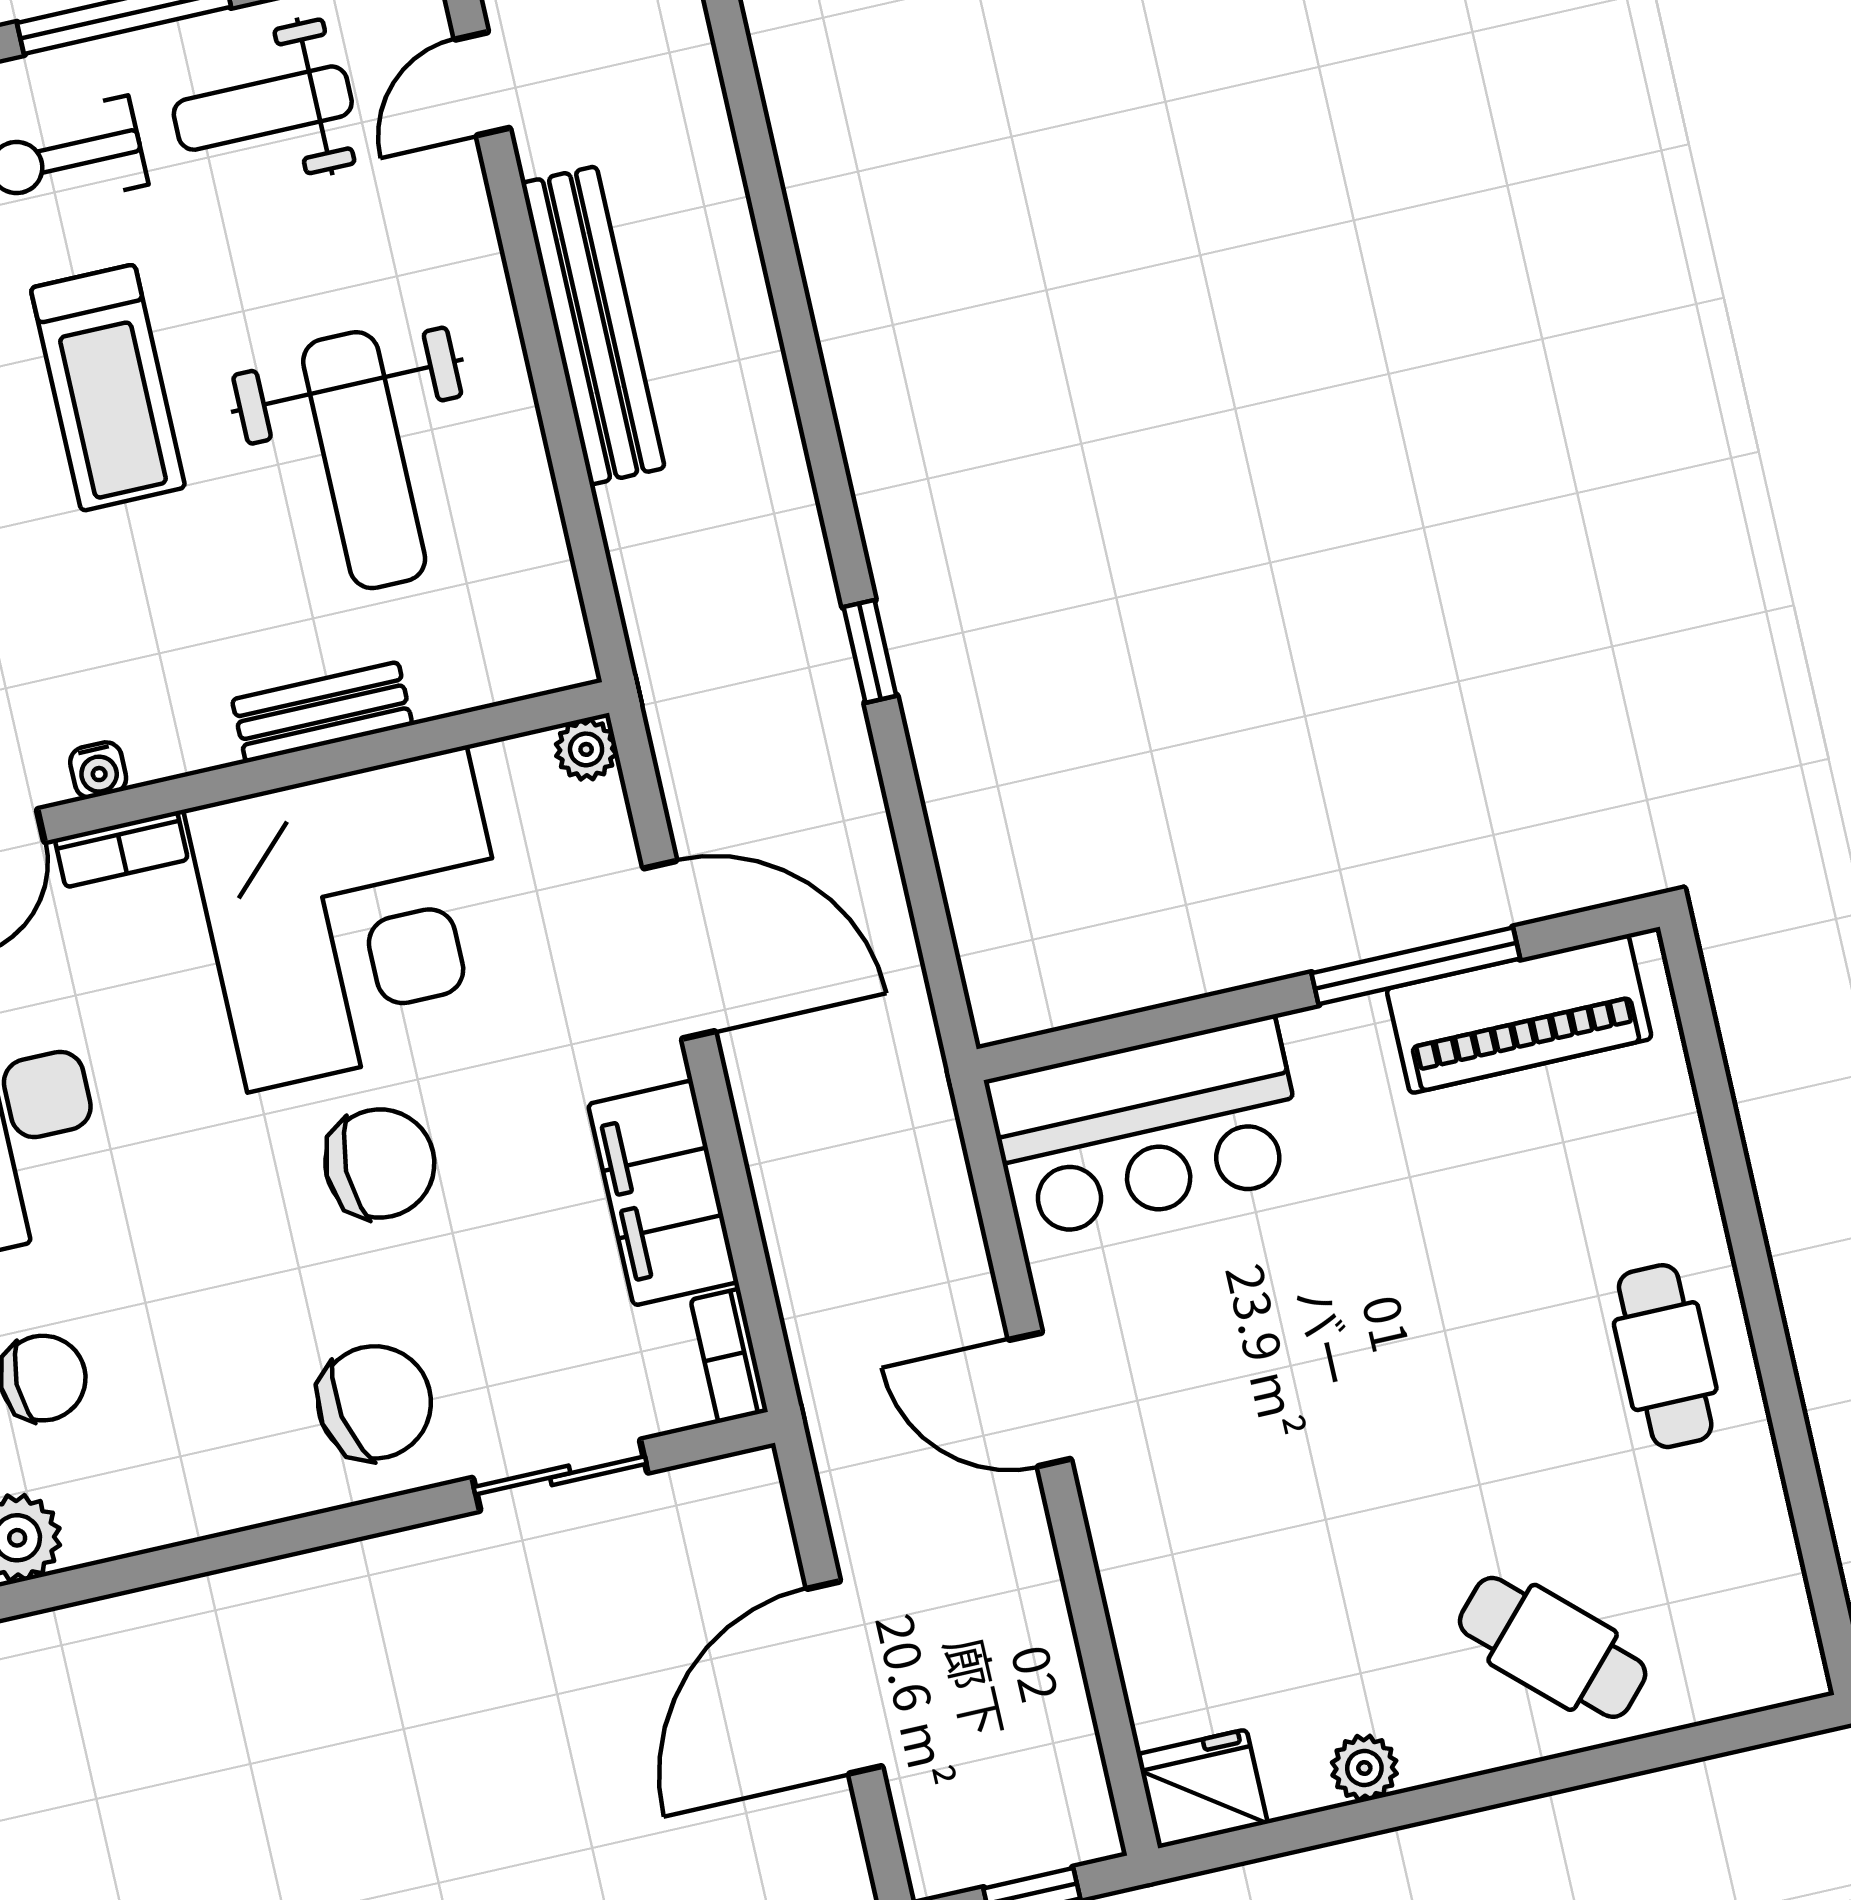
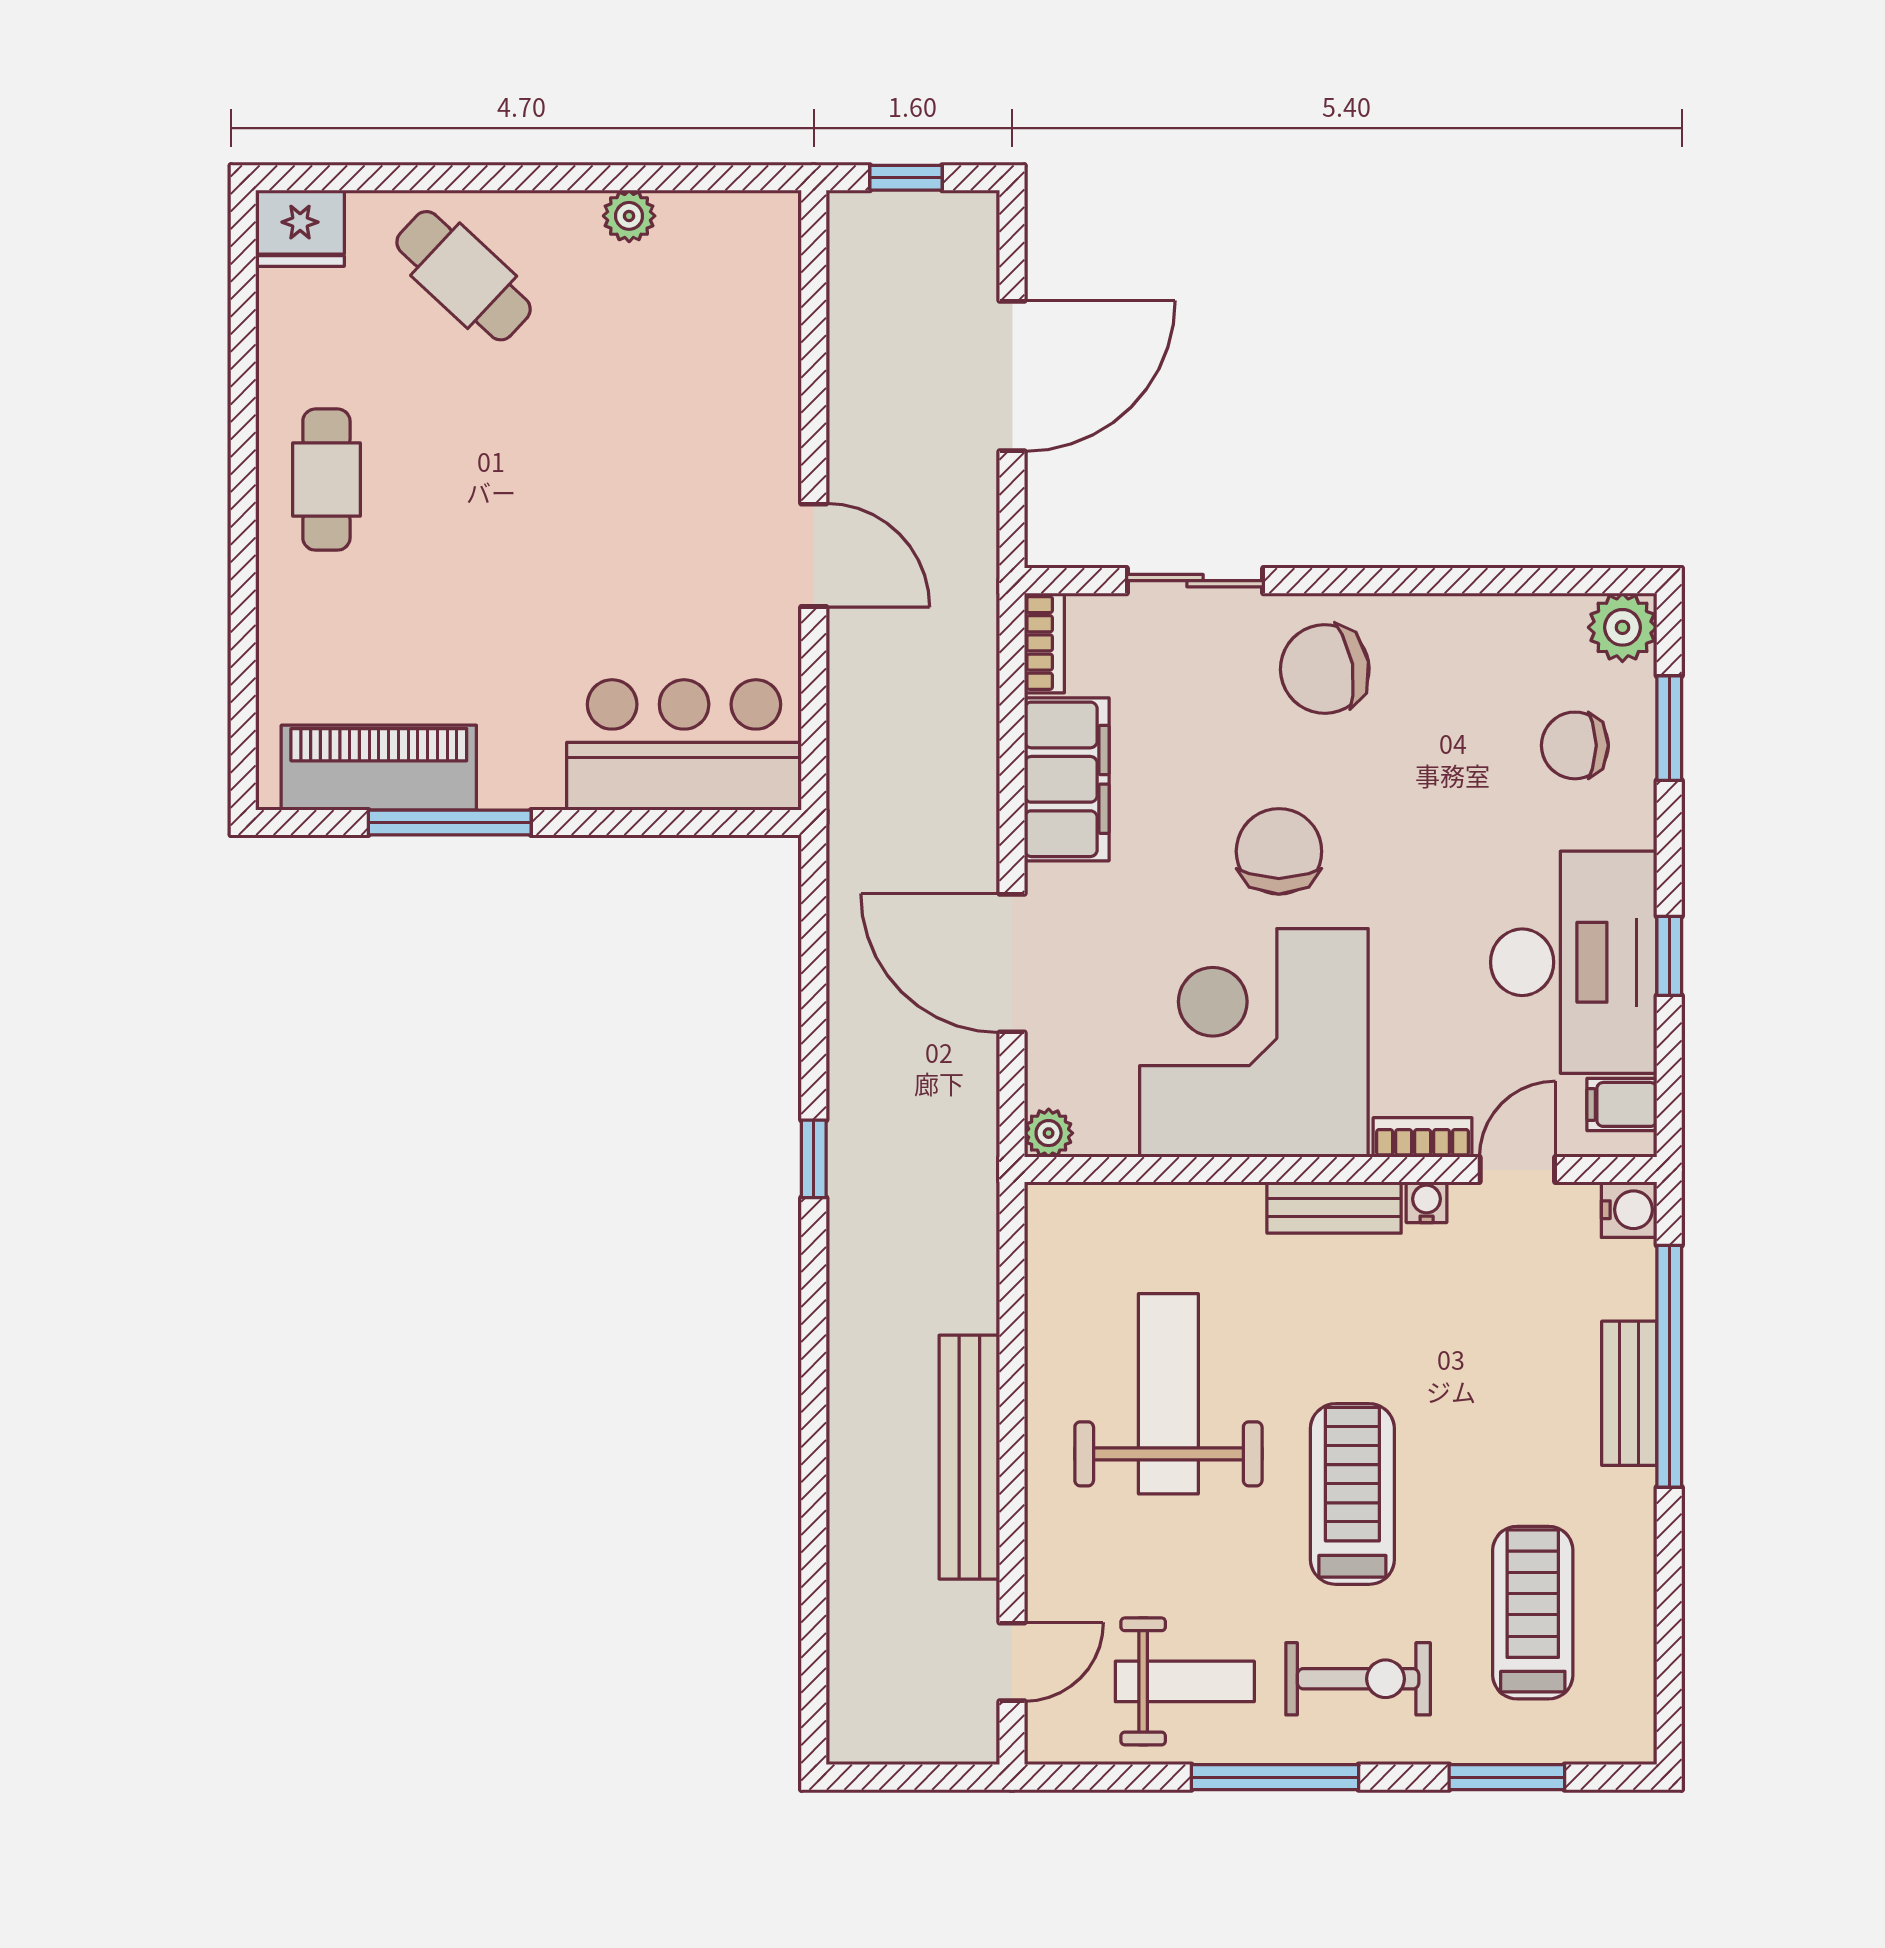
bench: (322, 712) -> (1334, 1208), moved
chair: (380, 1164) -> (1279, 851), turned 90
fridge: (1202, 1789) -> (300, 228), moved

